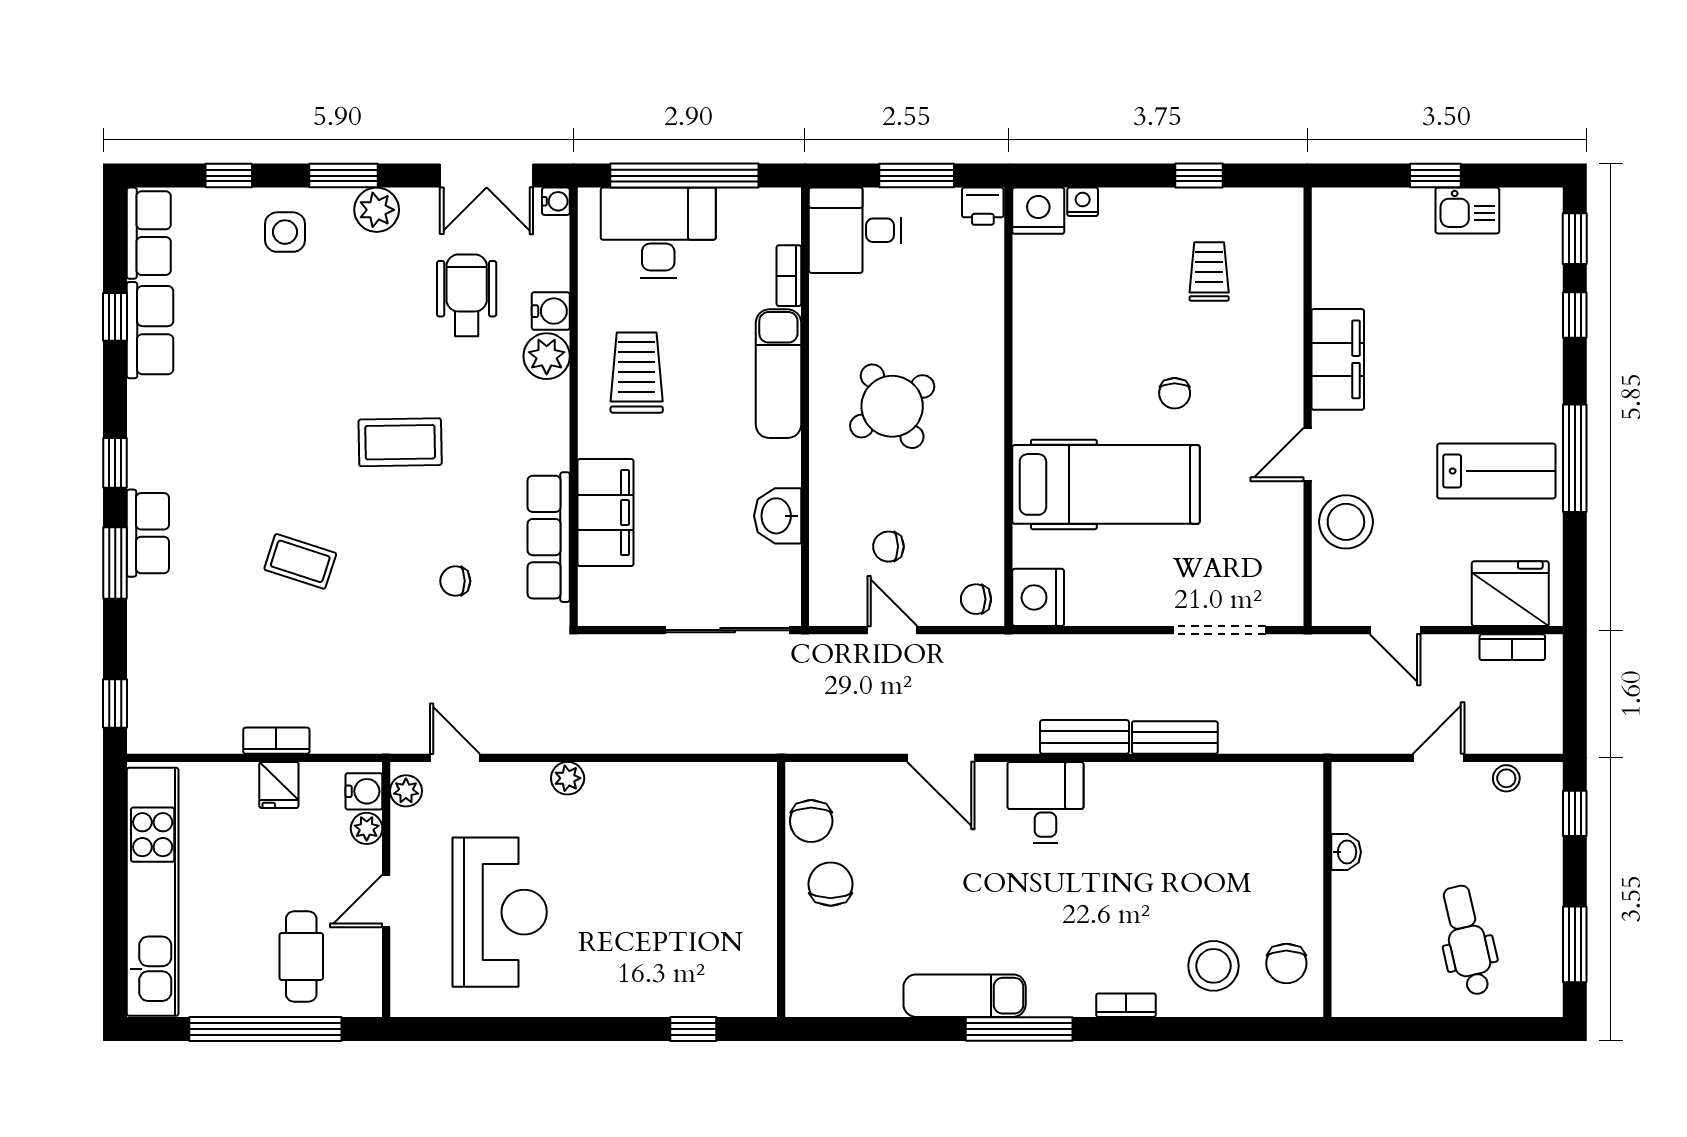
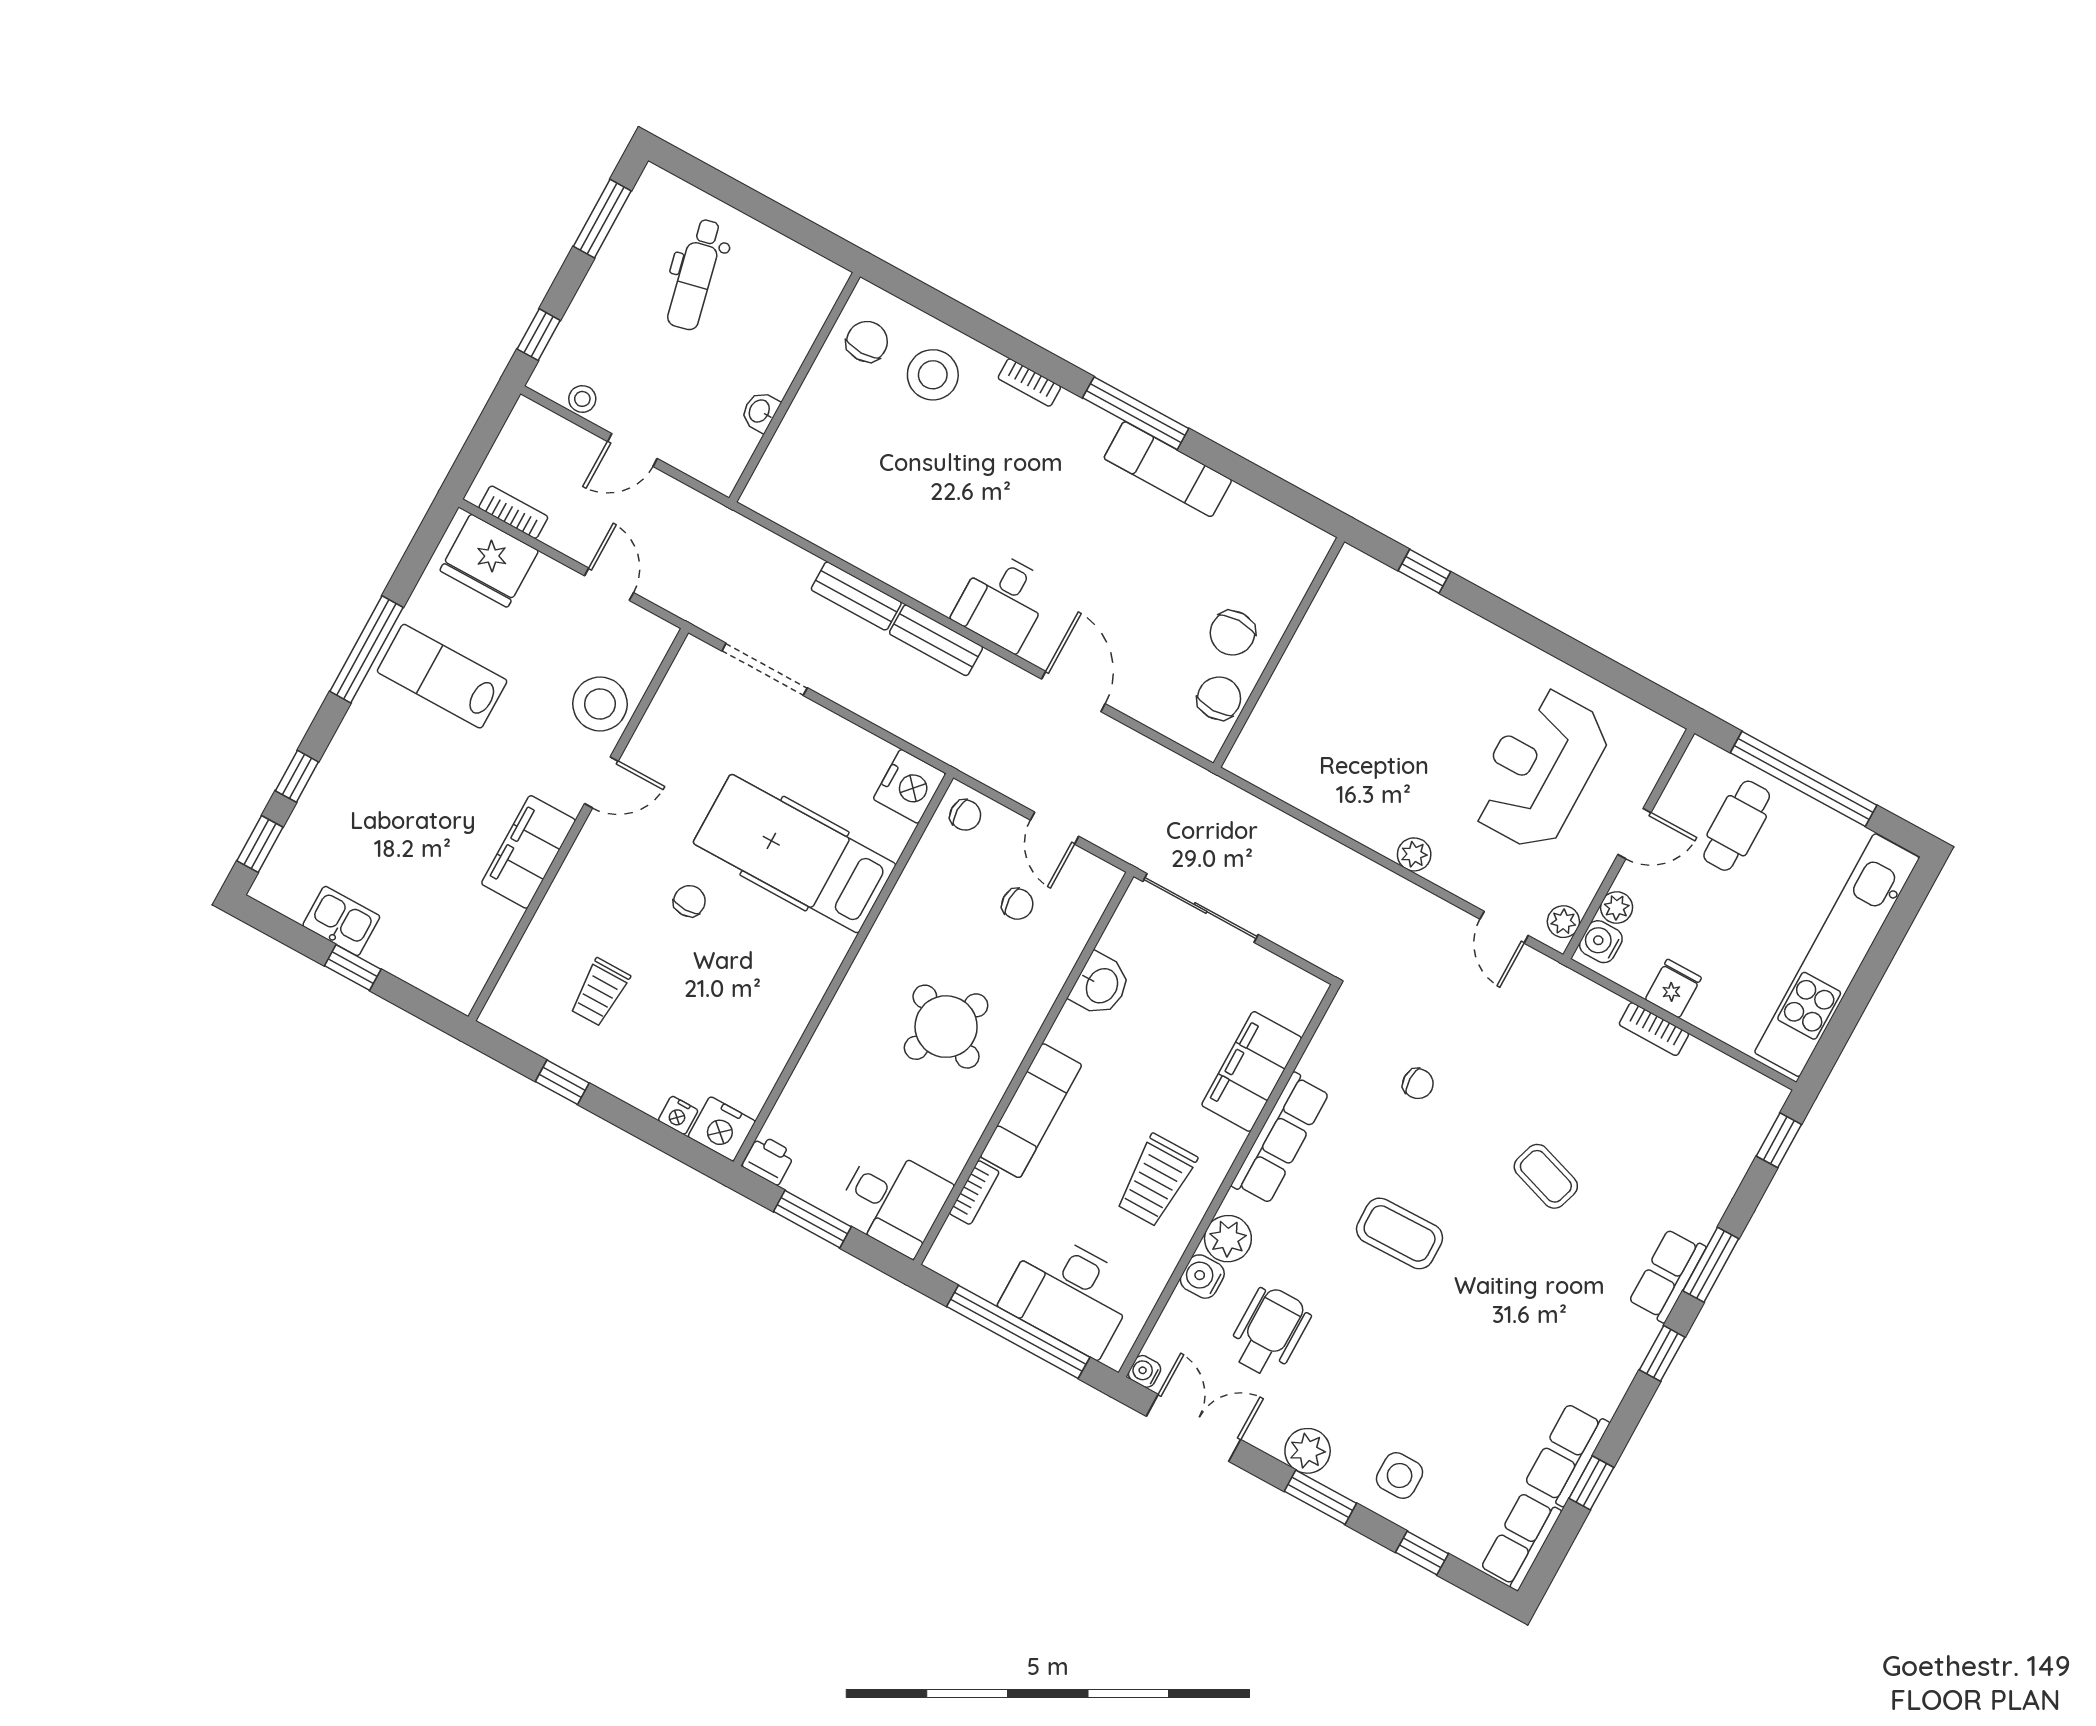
wheelchair: (467, 295) -> (1269, 1331), turned 180
round table: (892, 406) -> (946, 1027), turned -31
row of seats: (549, 537) -> (1280, 1139), moved

